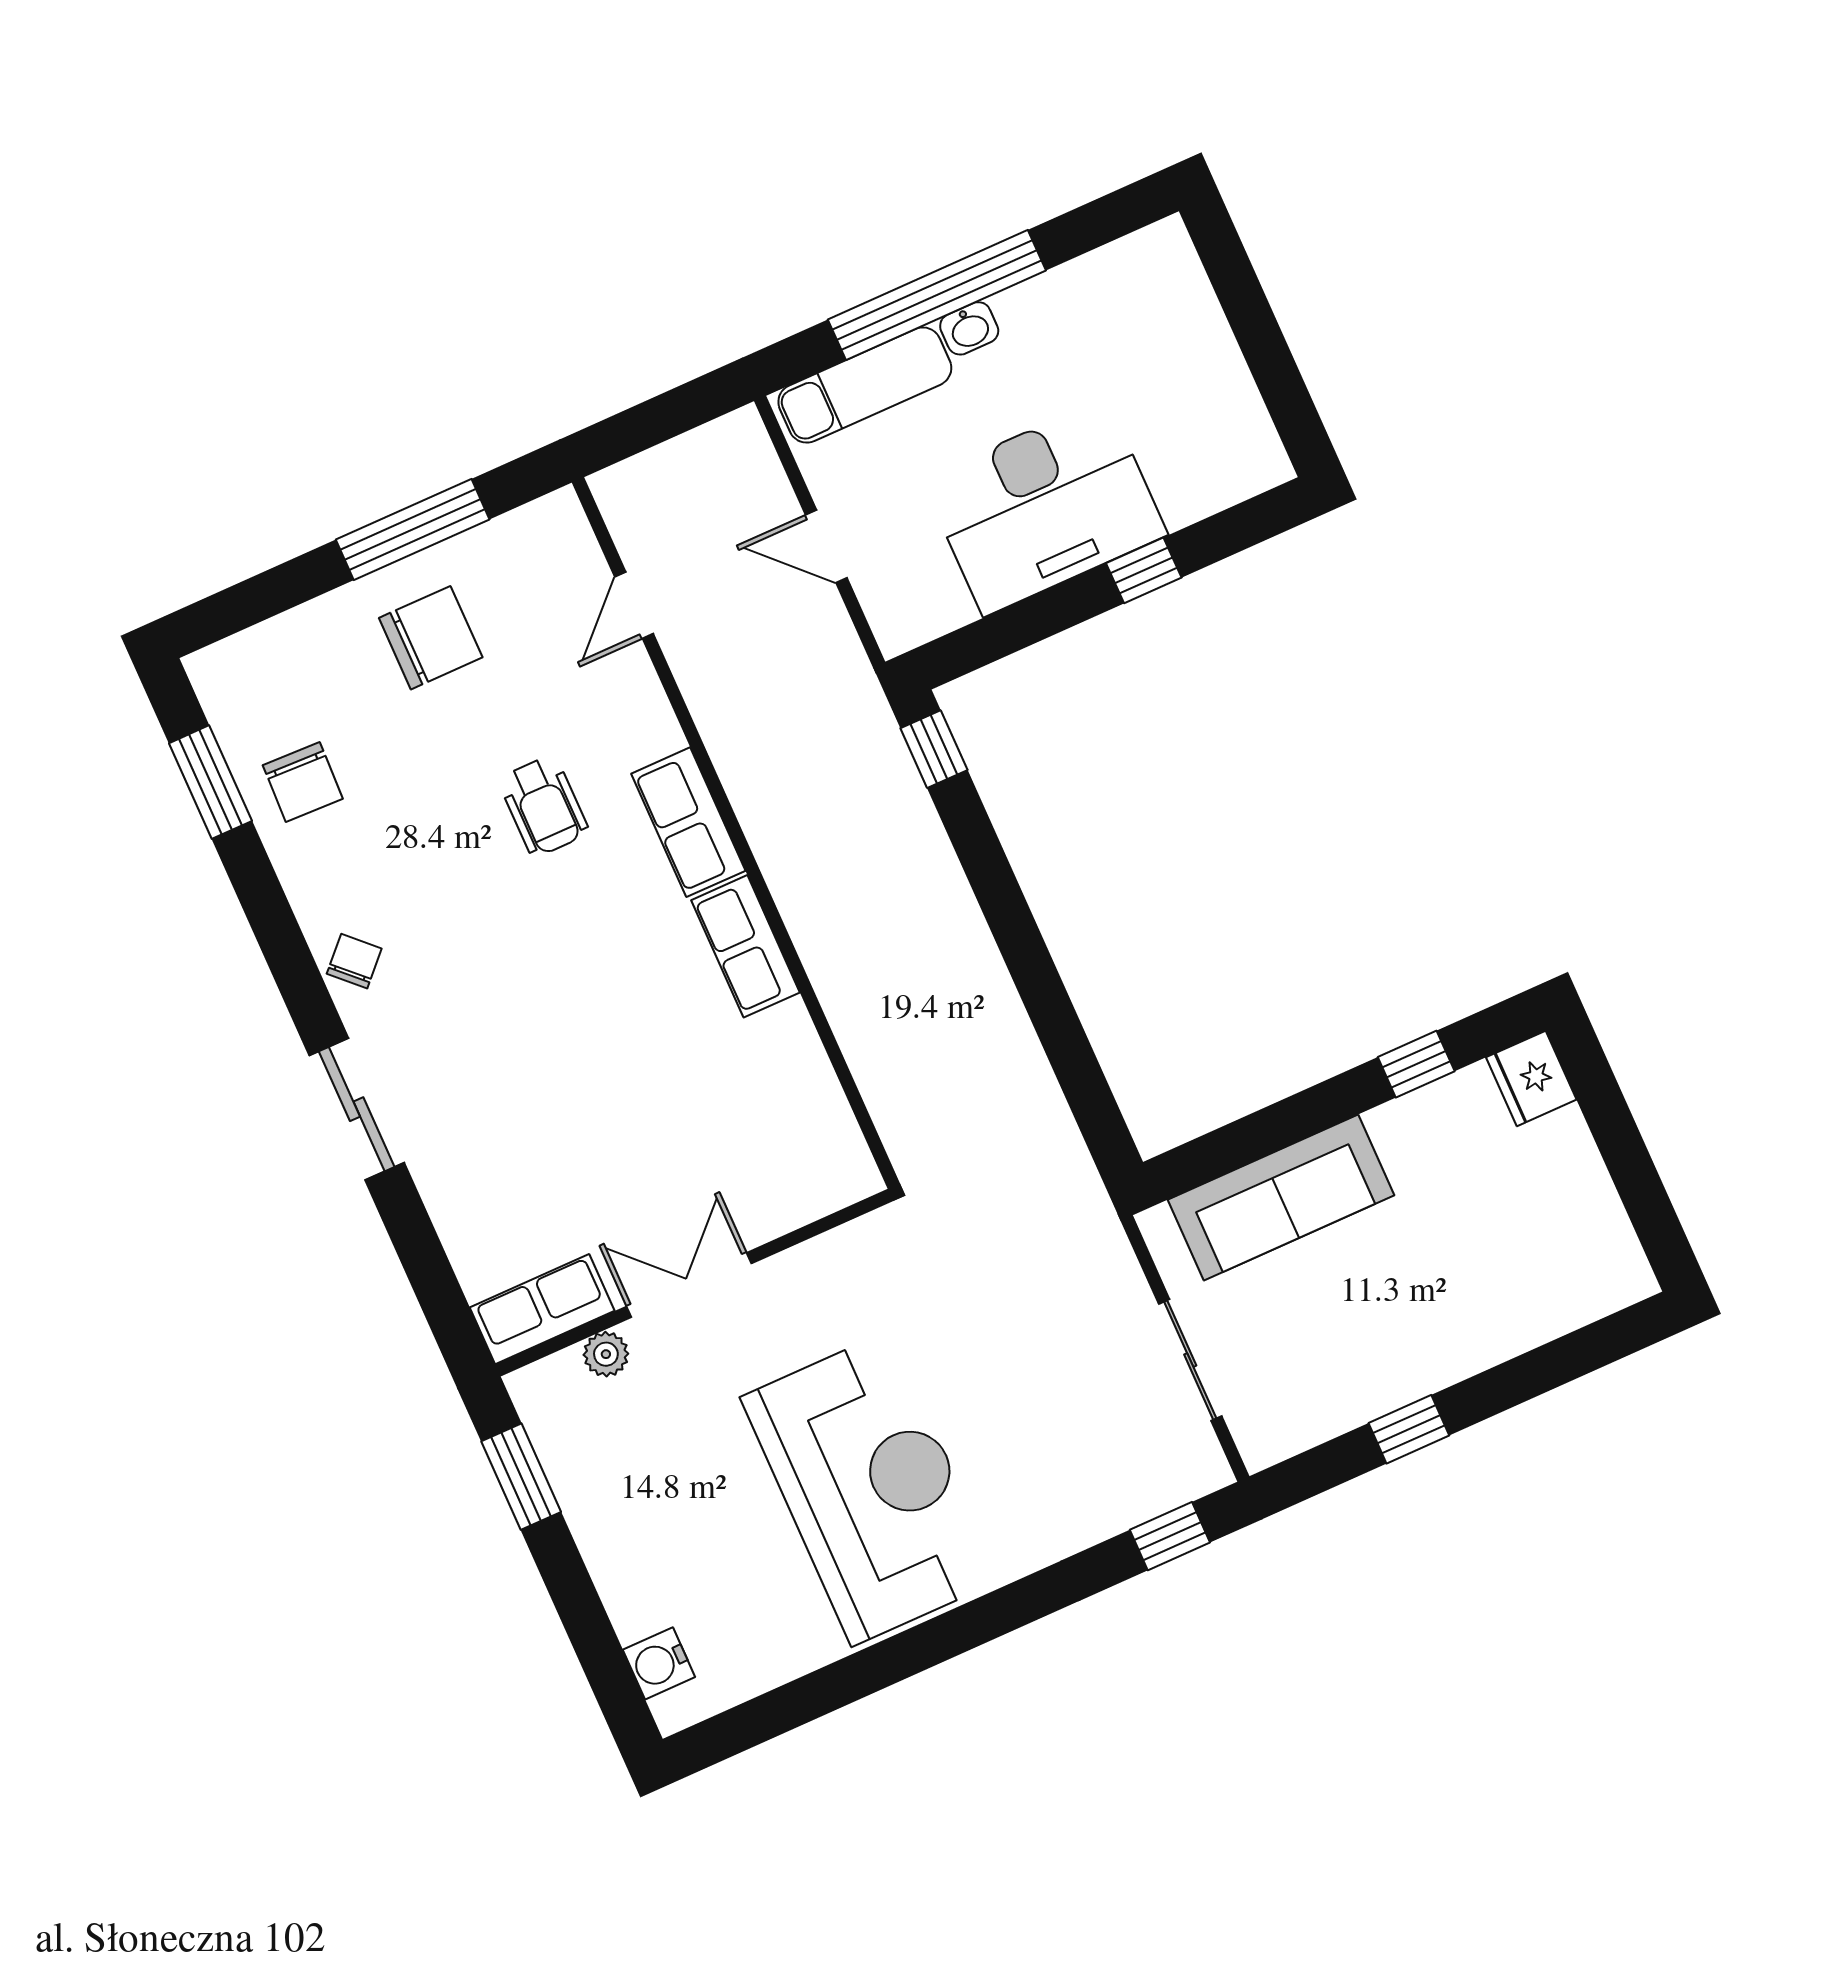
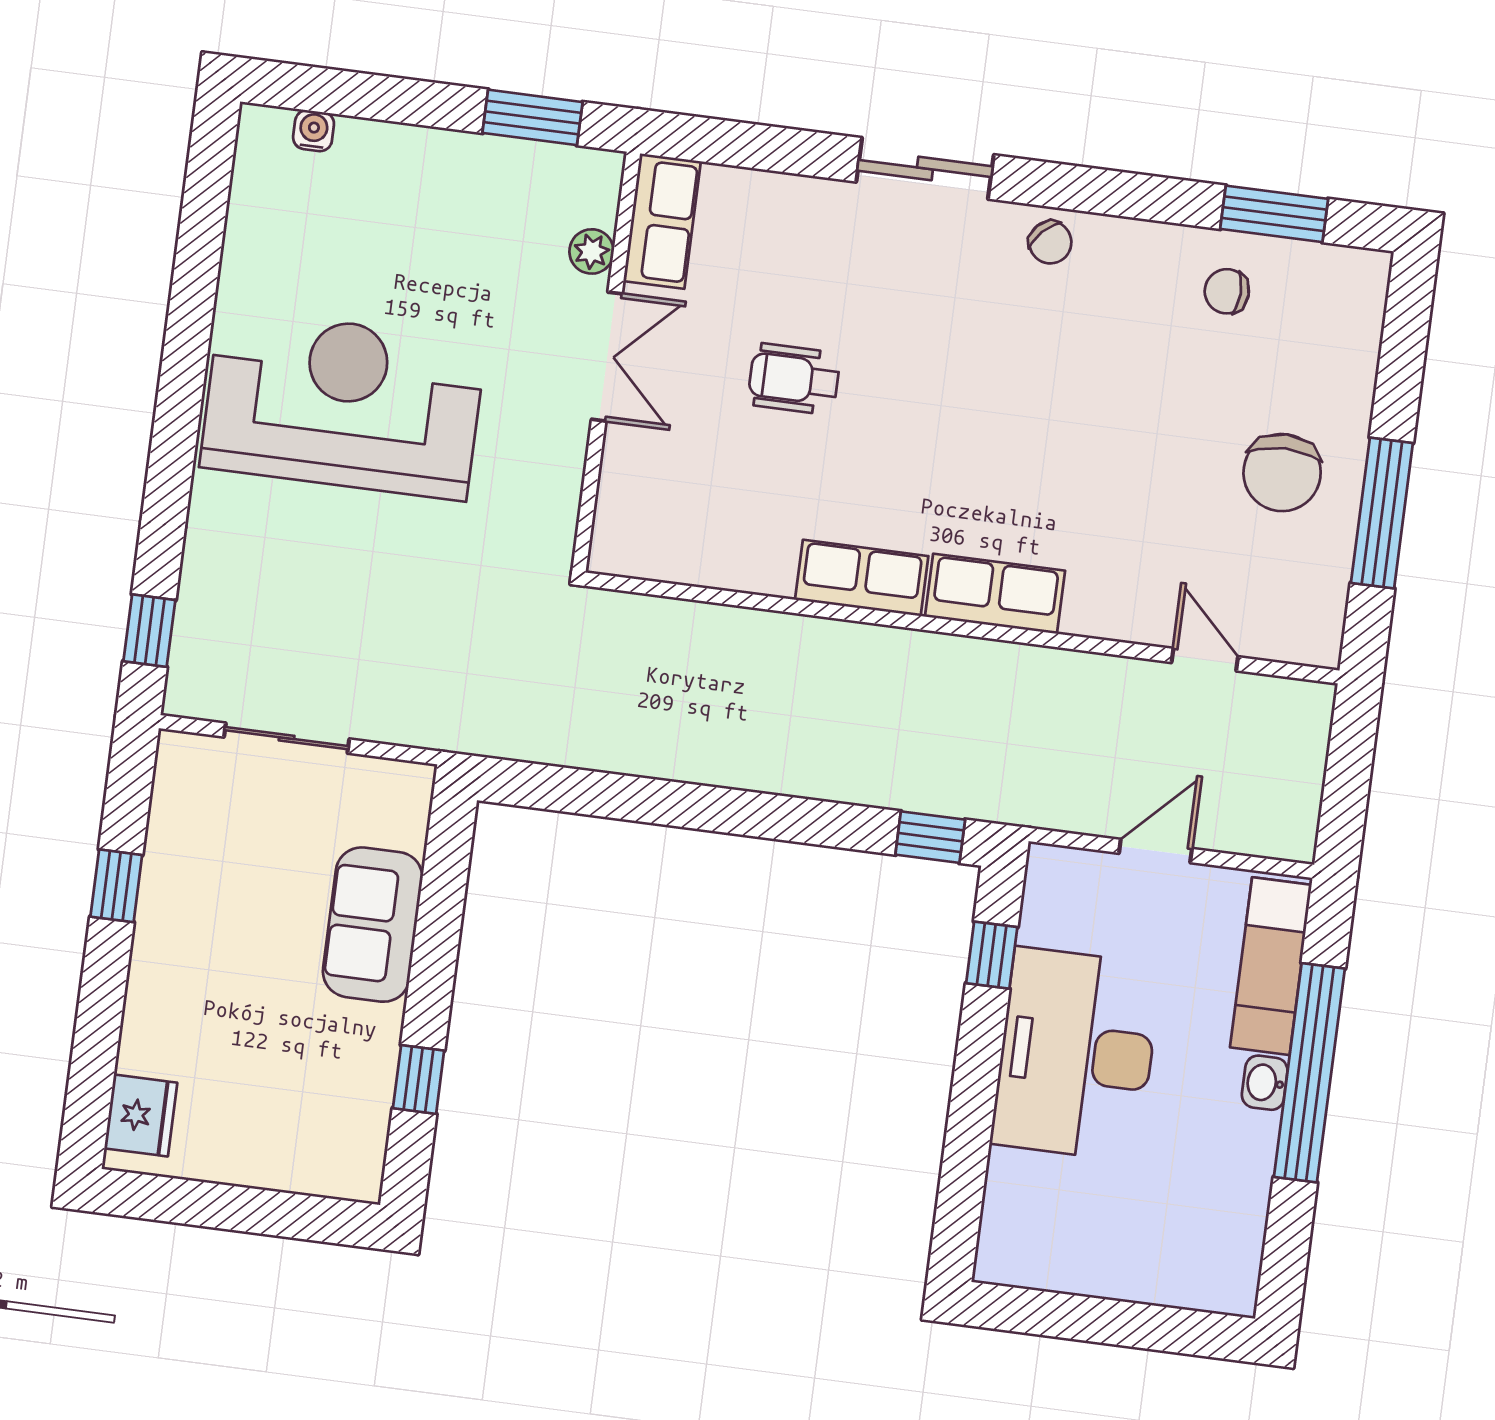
window: (1144, 570) -> (992, 955), moved
chair: (303, 782) -> (1227, 291), width x0.73, depth x0.73
wheelchair: (544, 806) -> (794, 379), moved
fridge: (1531, 1078) -> (141, 1116), moved, turned 90
sofa: (1281, 1198) -> (373, 925), width x0.73
reception desk: (871, 1489) -> (343, 404), turned 180
water cooler: (659, 1663) -> (314, 131), width x0.72, depth x0.72

